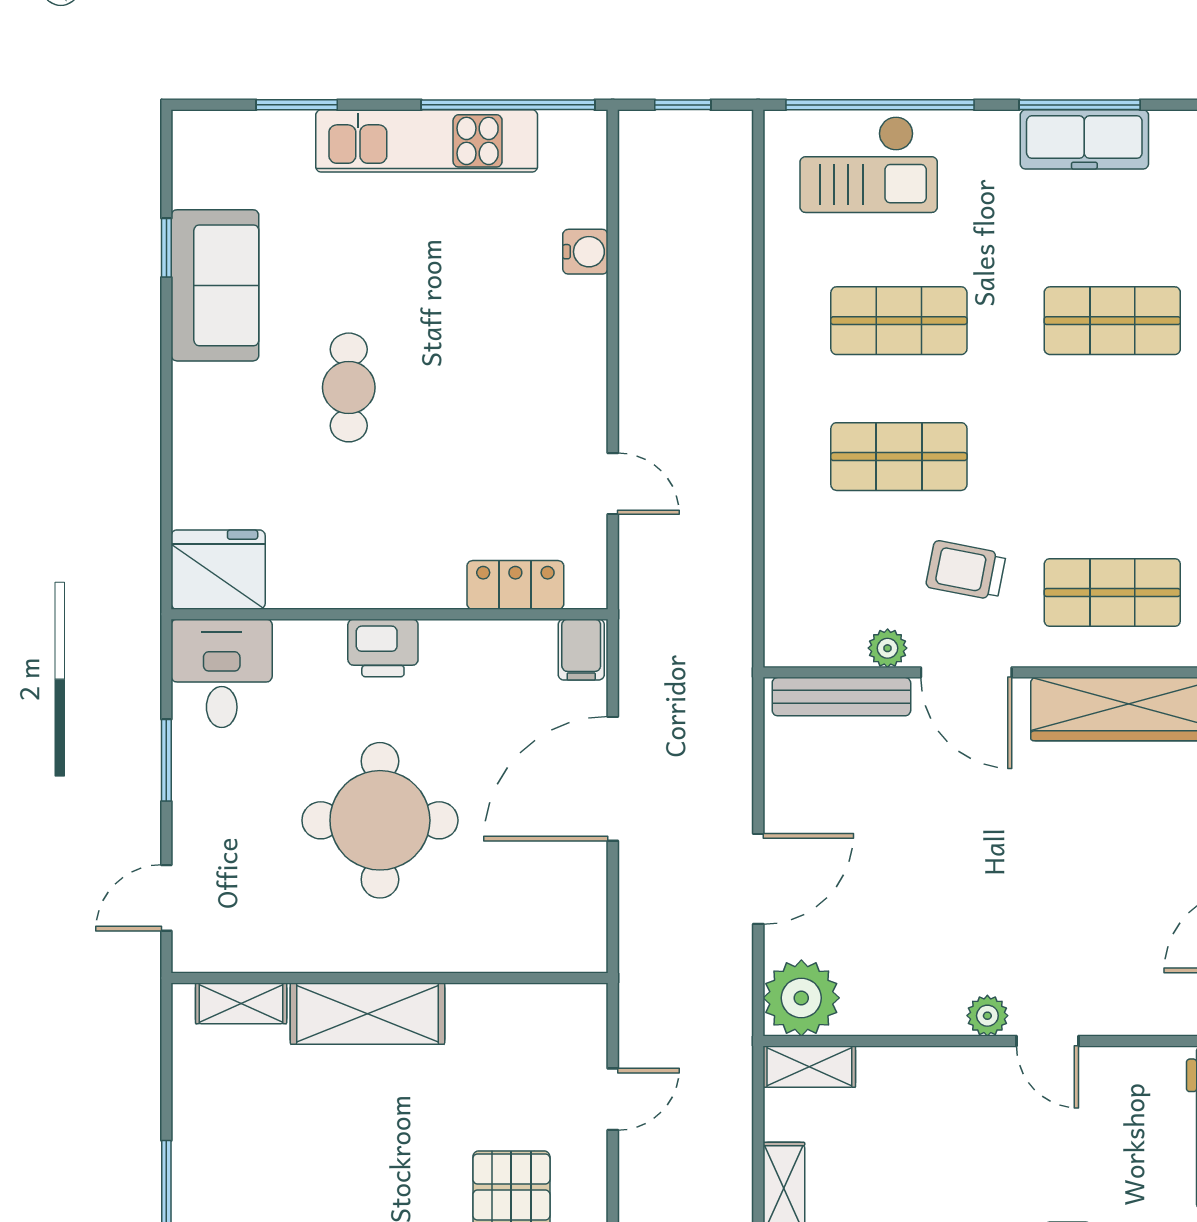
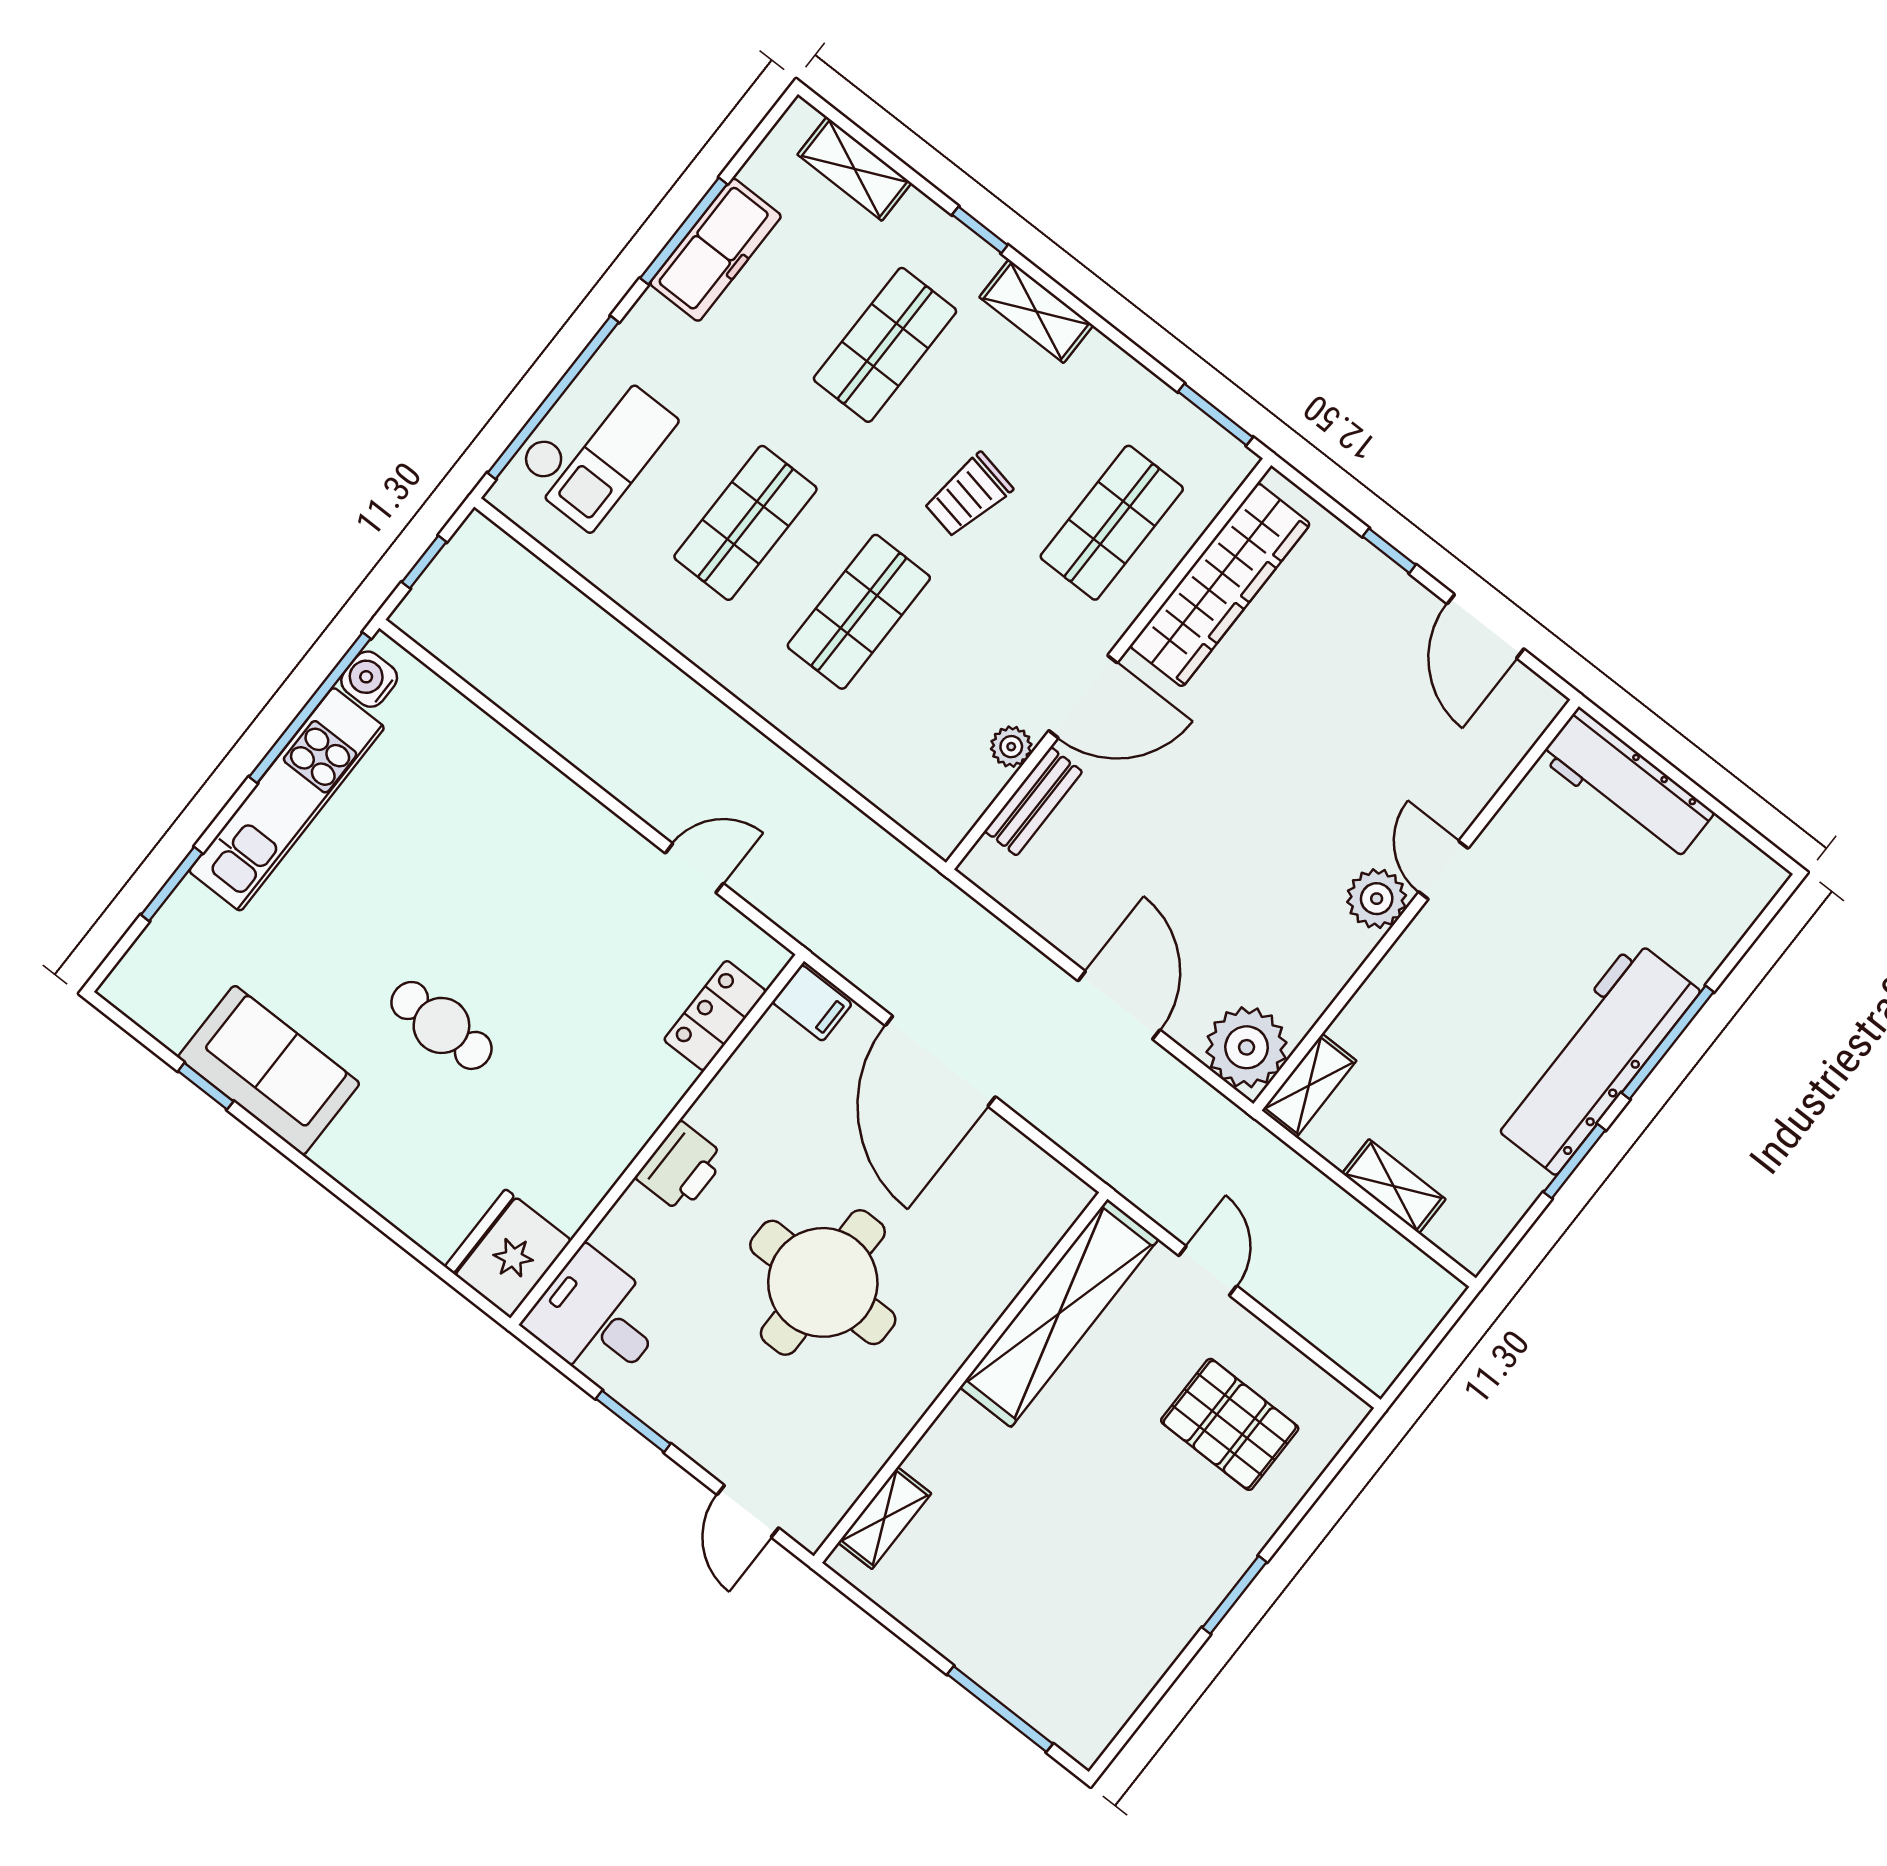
water cooler: (585, 252) -> (369, 679), moved, turned -90
trolley: (966, 570) -> (968, 495), moved
bench: (841, 697) -> (1033, 801), width x0.73
shelving: (367, 1014) -> (1059, 1313), moved, width x1.47
plant: (987, 1016) -> (1377, 899), width x1.38, depth x1.38
door: (1047, 1041) -> (1443, 870), swing flipped

